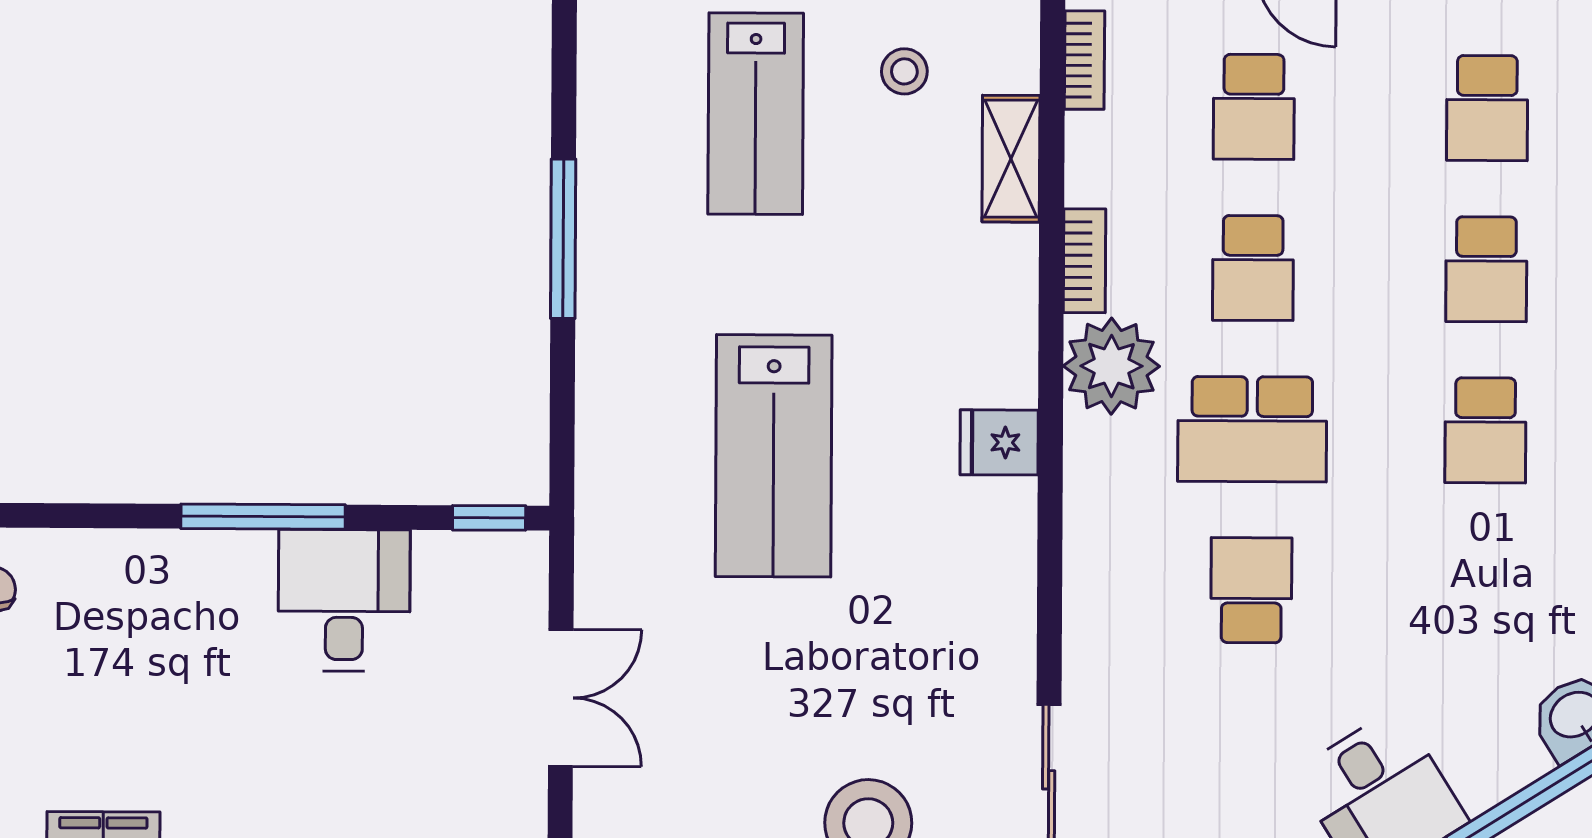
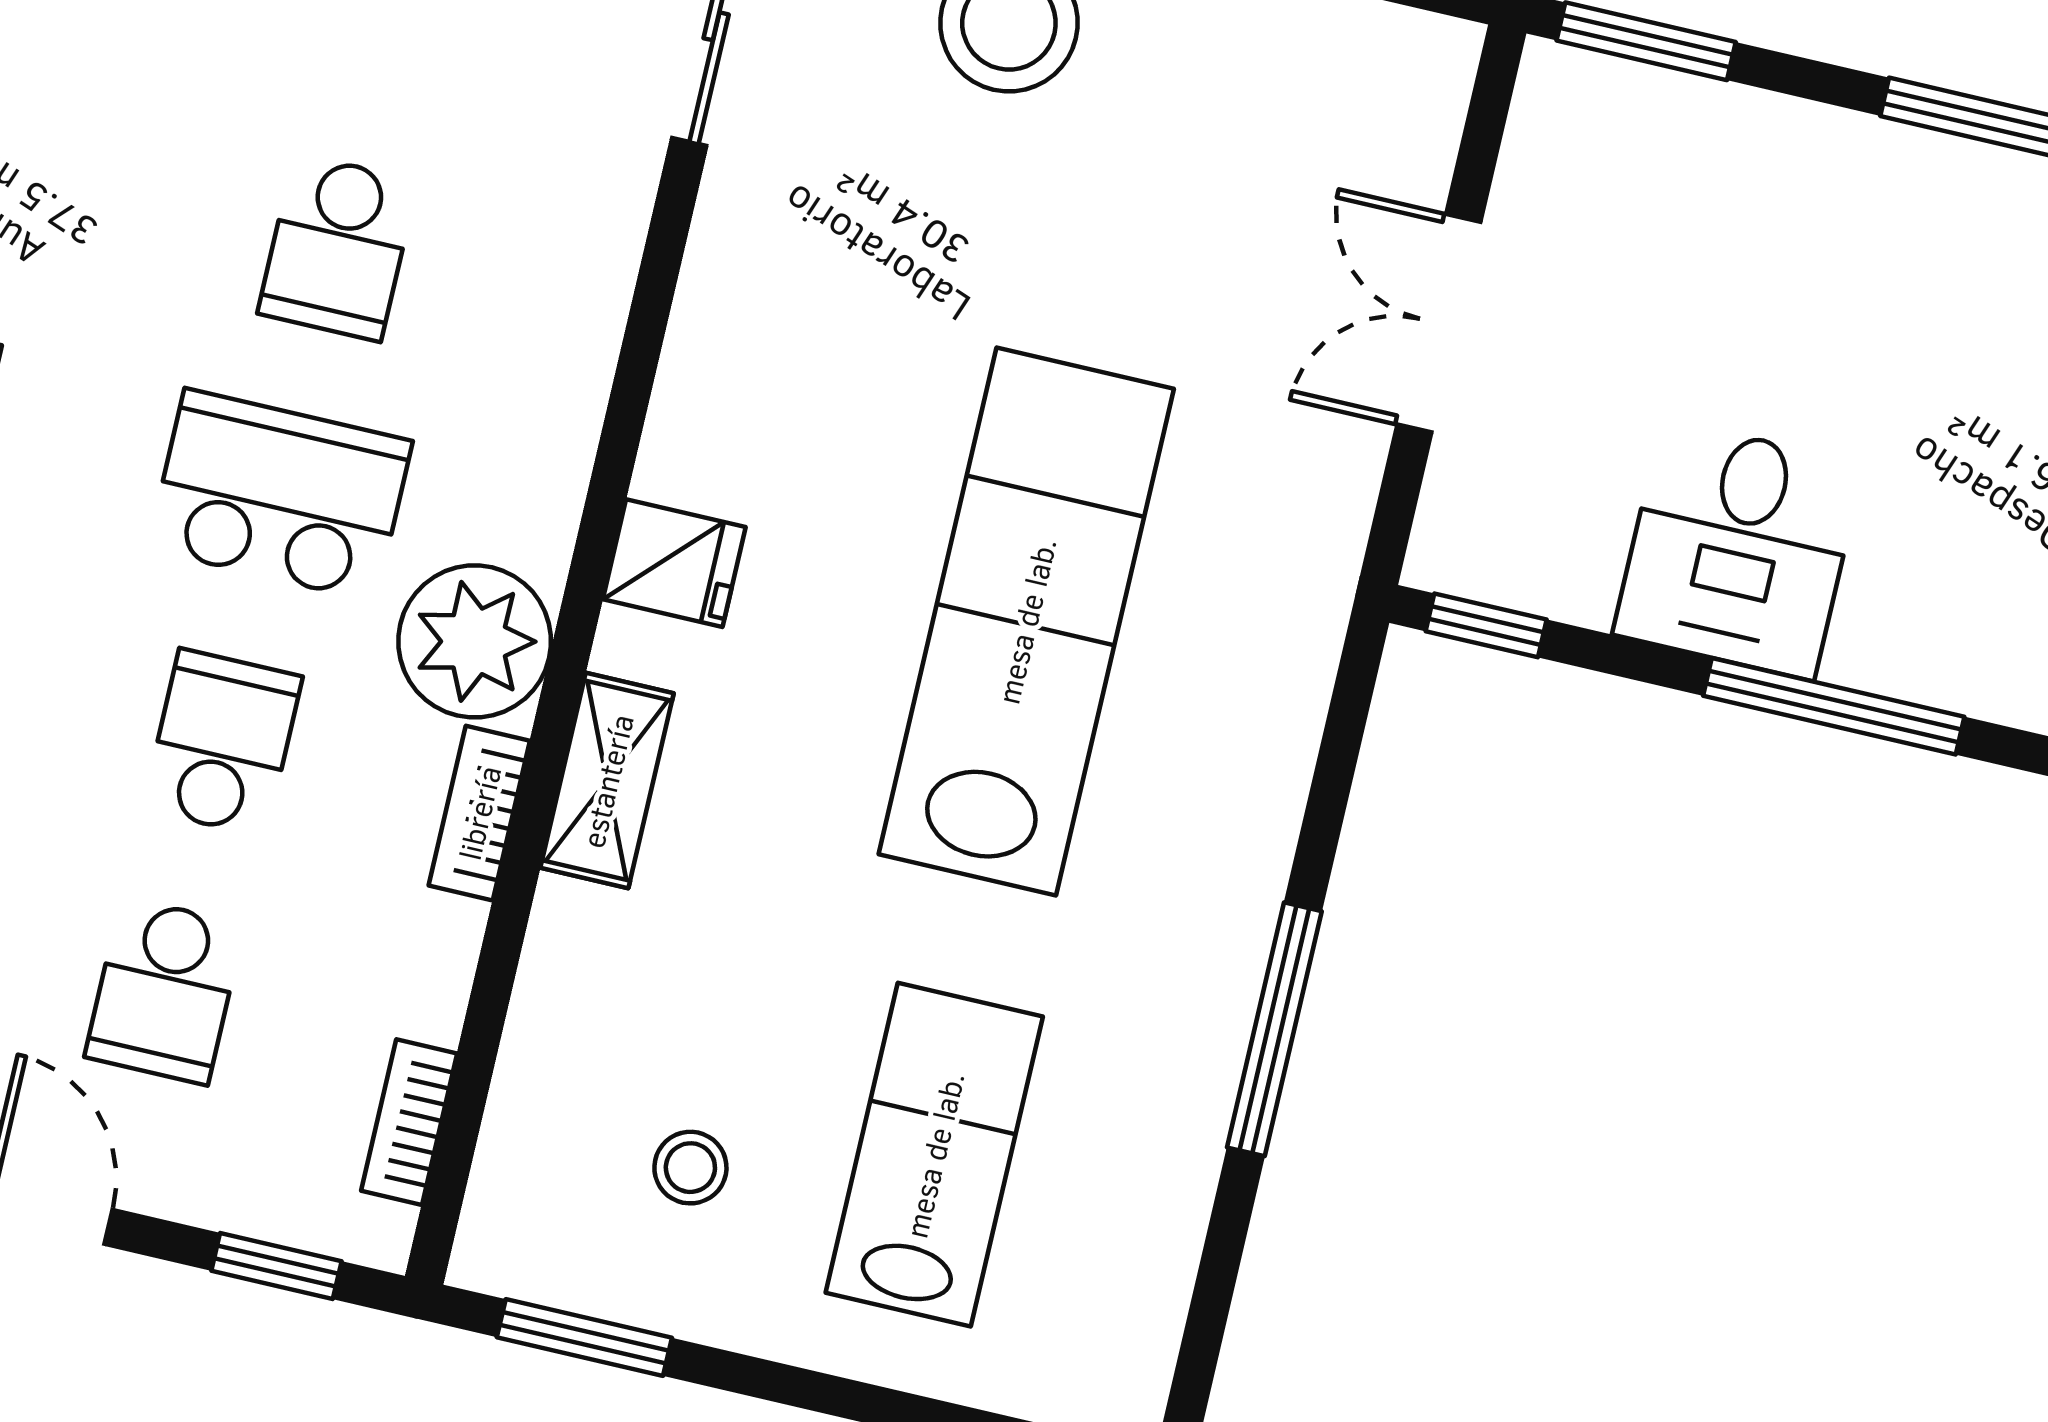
school desk: (1254, 107) -> (165, 991), turned 180
shelving: (1011, 159) -> (607, 781), moved
lab bench: (774, 456) -> (1026, 621), width x1.36

